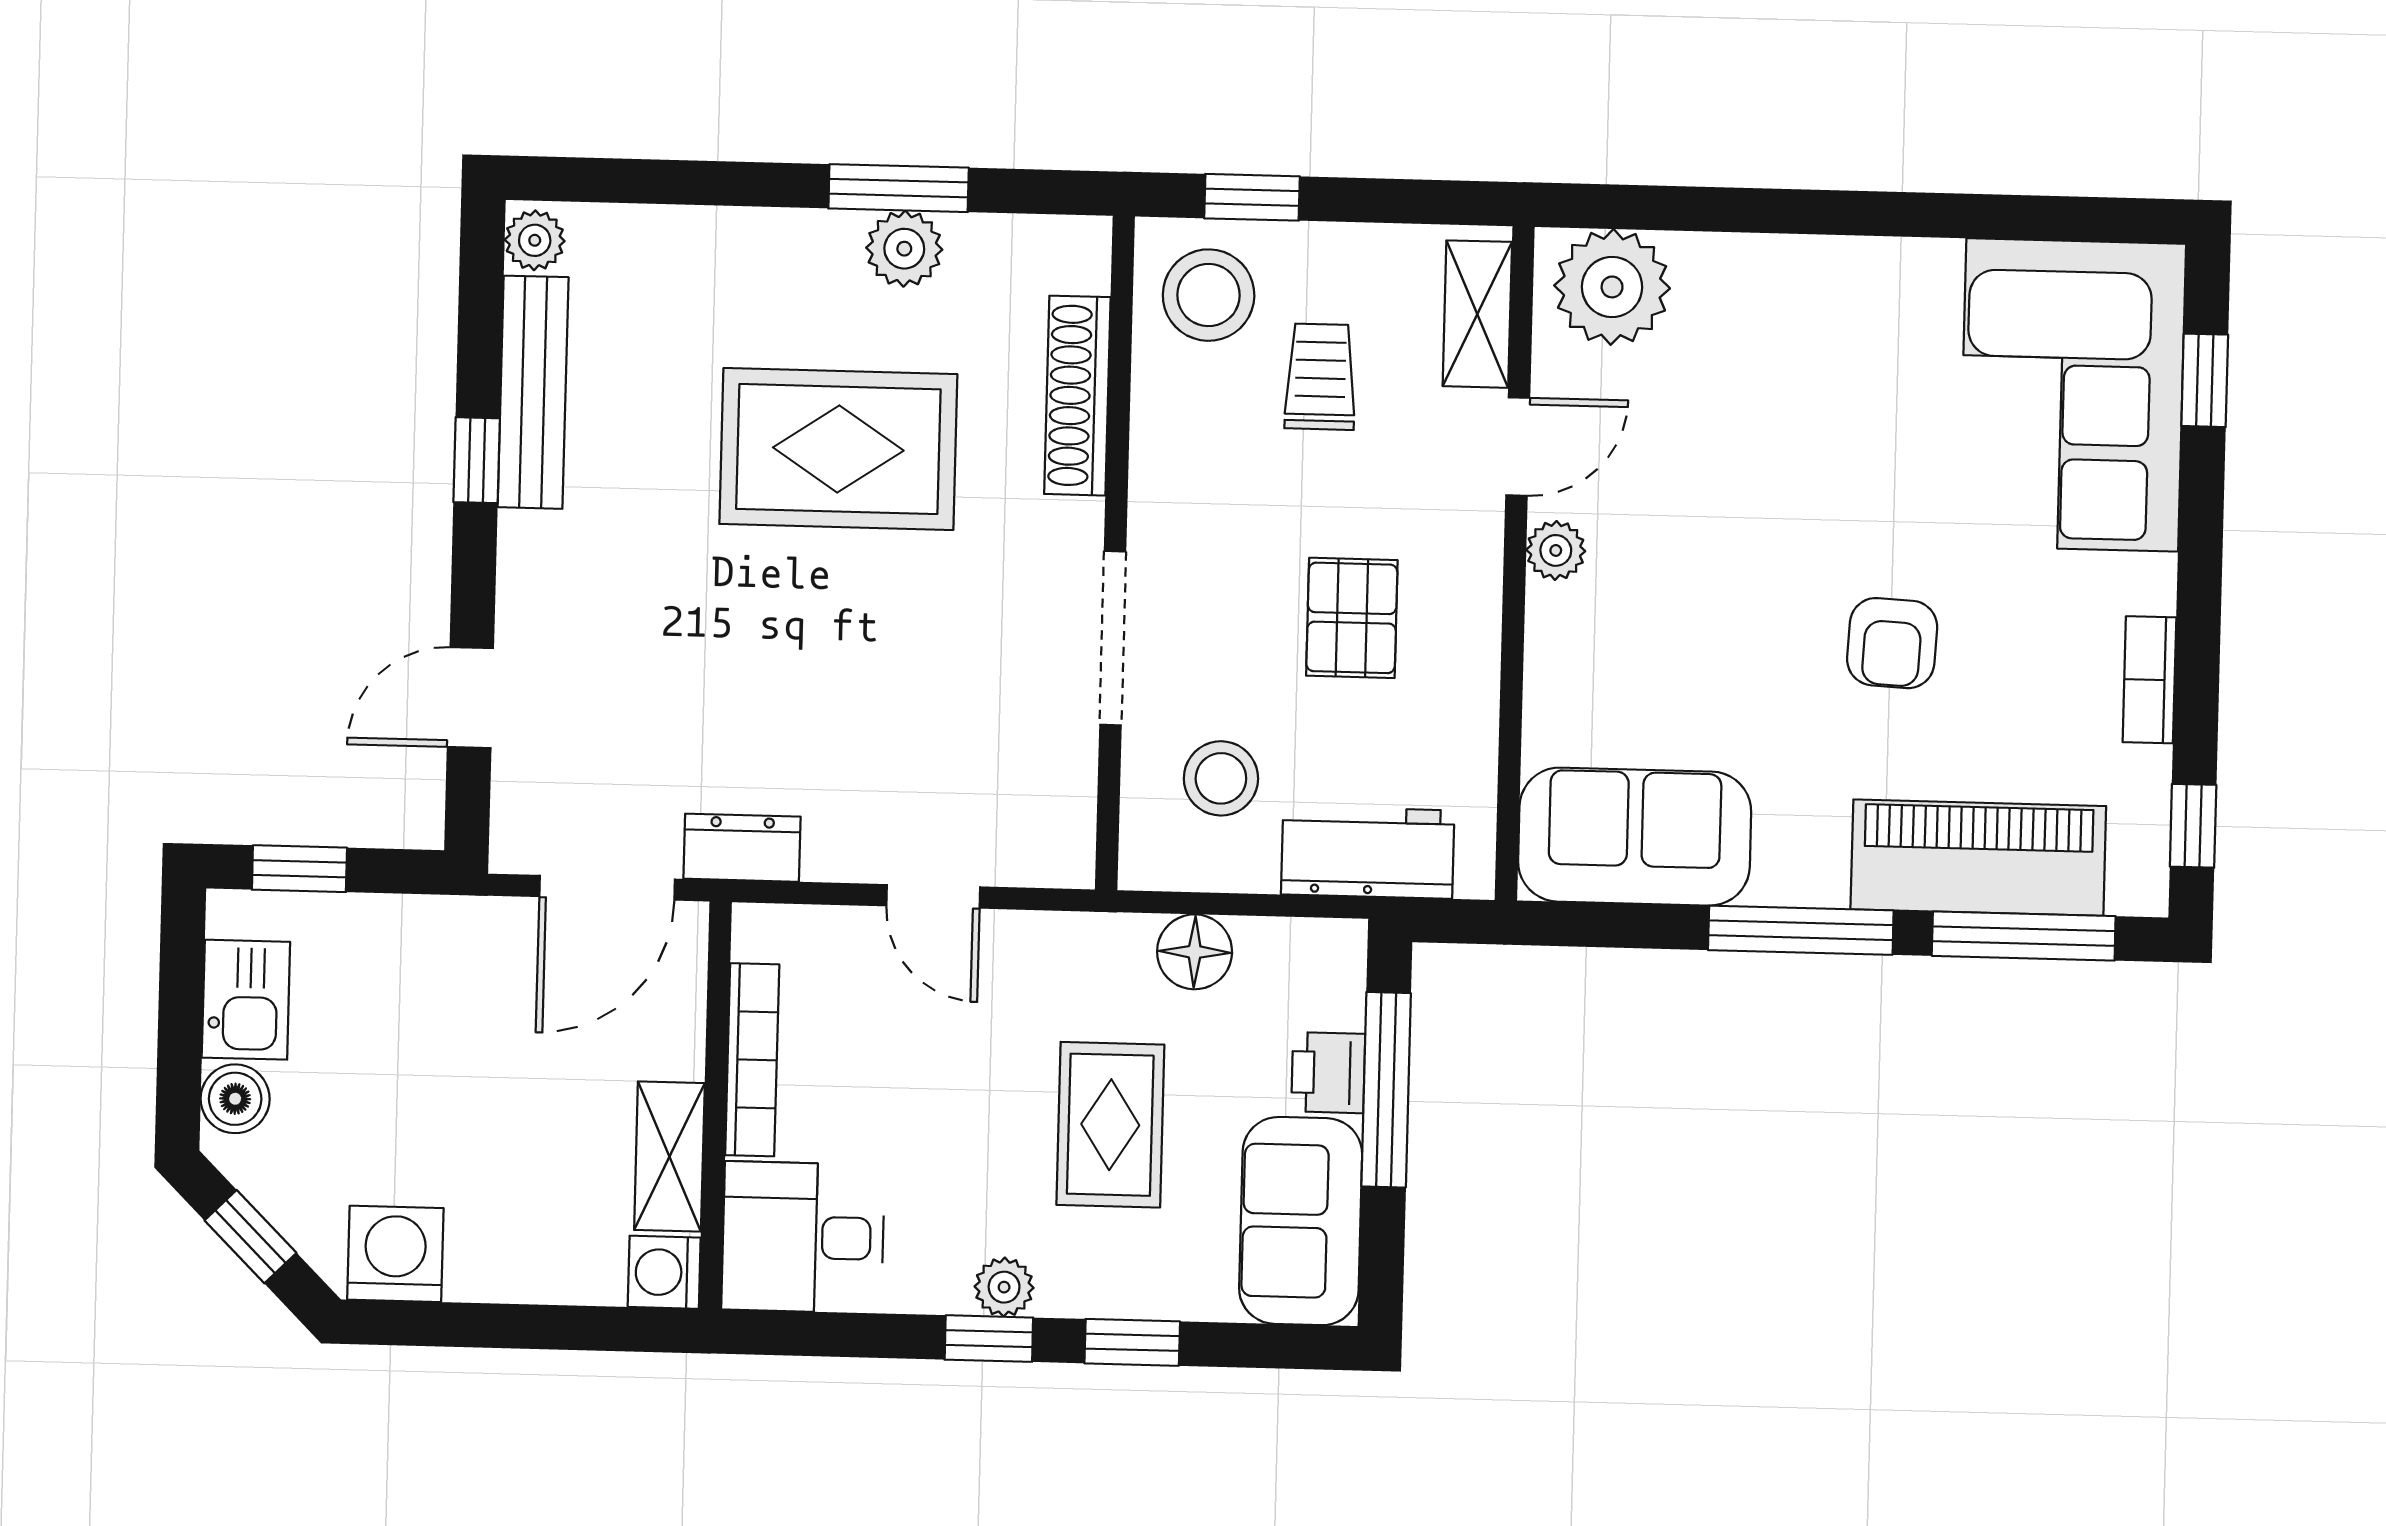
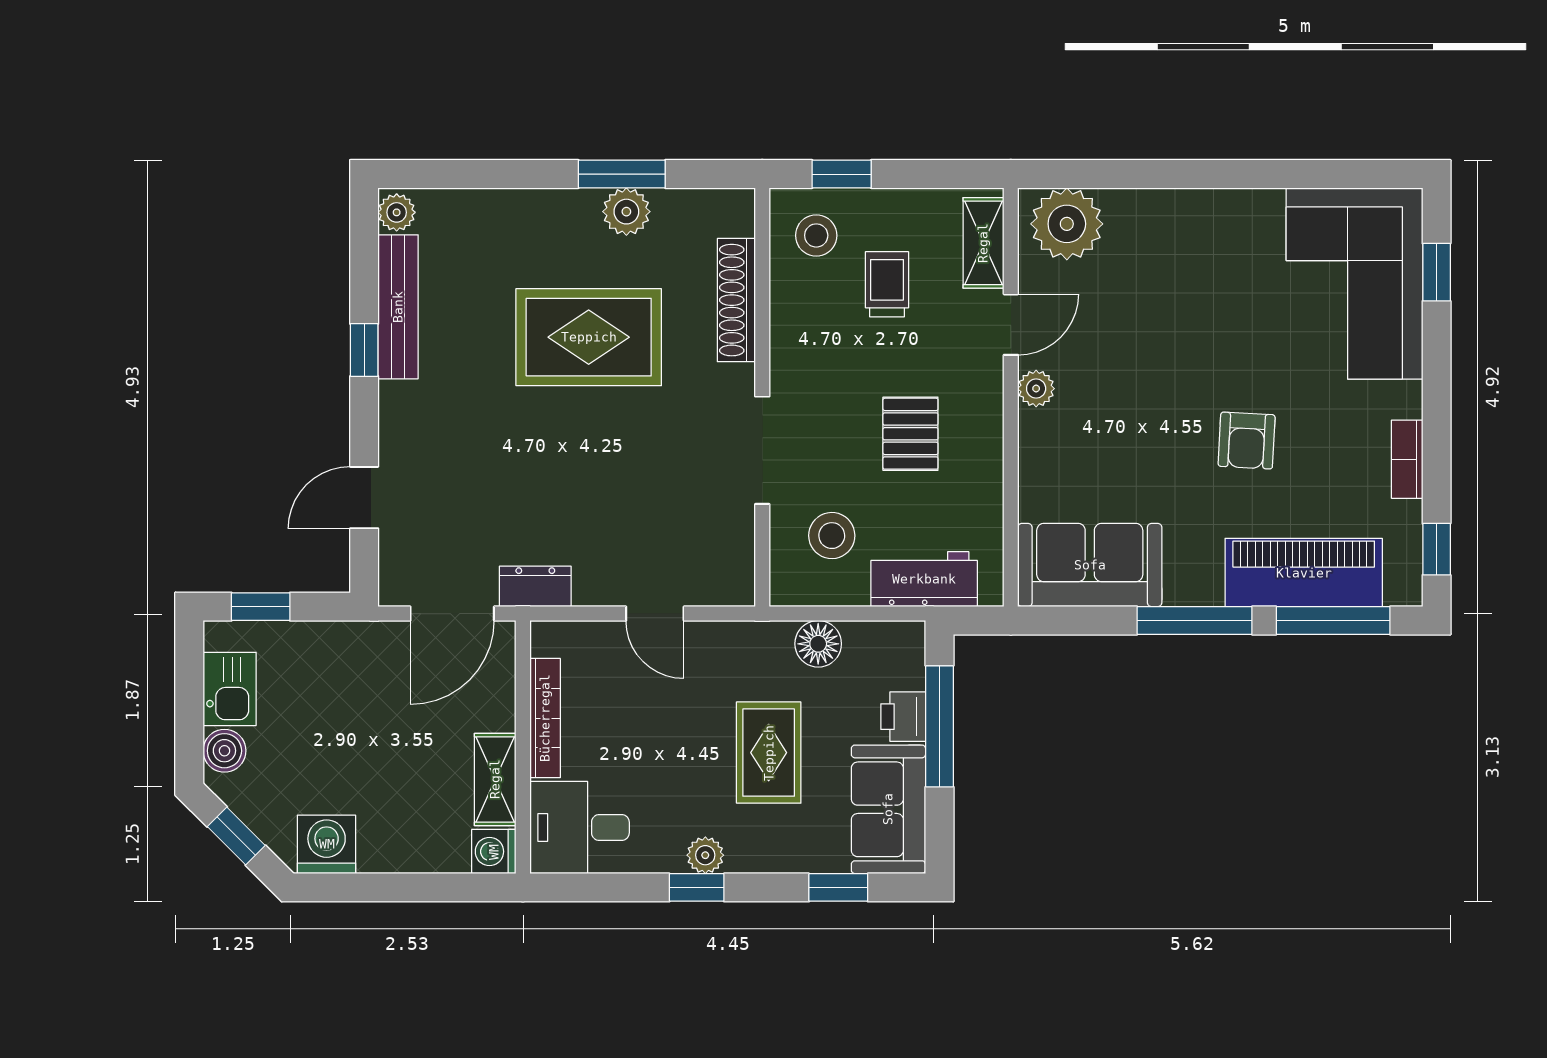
stool: (1209, 295) -> (816, 235), width x0.73, depth x0.73
window: (1132, 1342) -> (838, 887), moved

